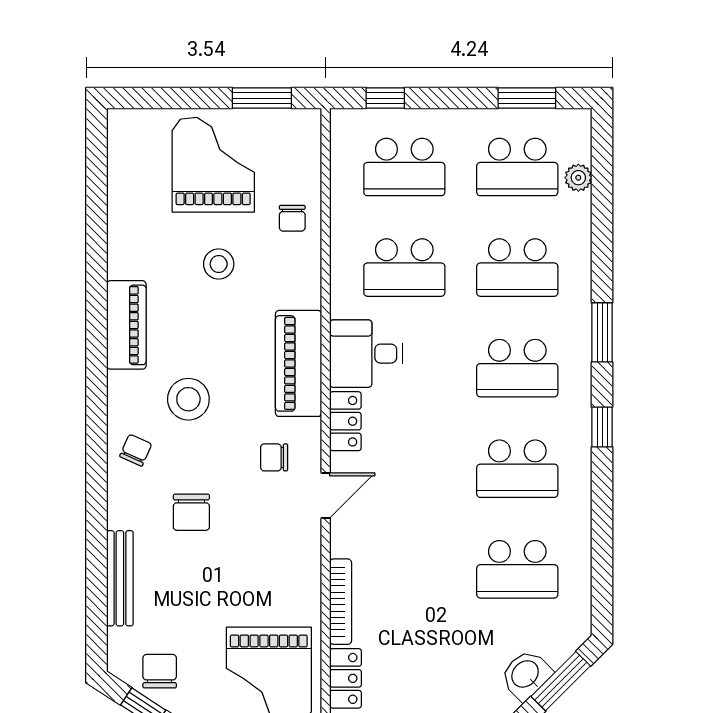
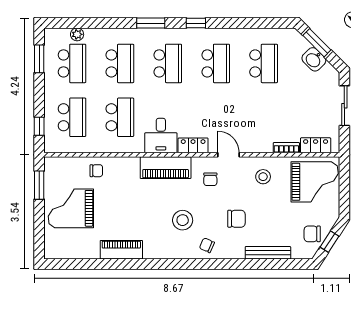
stool: (219, 264) -> (263, 177), moved
piano: (126, 325) -> (121, 250), moved
bookcase: (341, 602) -> (286, 148), width x0.64

